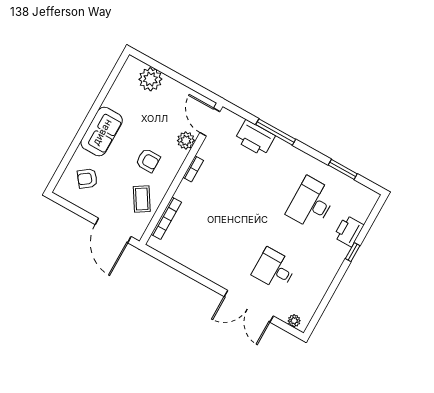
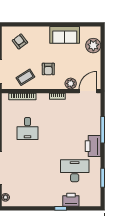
sofa: (102, 132) -> (65, 35), moved
printer: (255, 138) -> (93, 146), moved
desk: (274, 269) -> (27, 129), moved, turned 180

